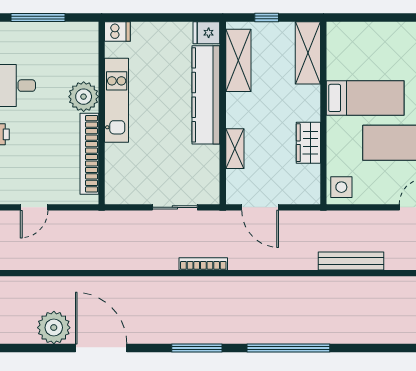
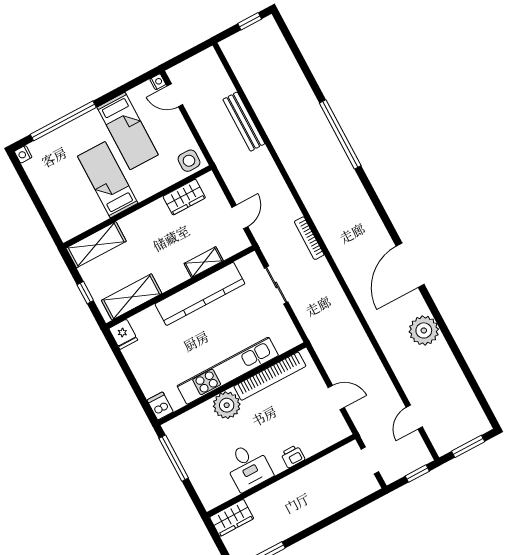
window: (38, 17) -> (174, 458), moved
kitchen counter: (206, 95) -> (200, 294), moved
kitchen unit: (117, 100) -> (228, 371), width x1.36
wardrobe: (308, 143) -> (184, 197), moved
door: (260, 207) -> (240, 217), width x0.73
door: (101, 348) -> (410, 265), moved
window: (197, 348) -> (379, 207), removed

